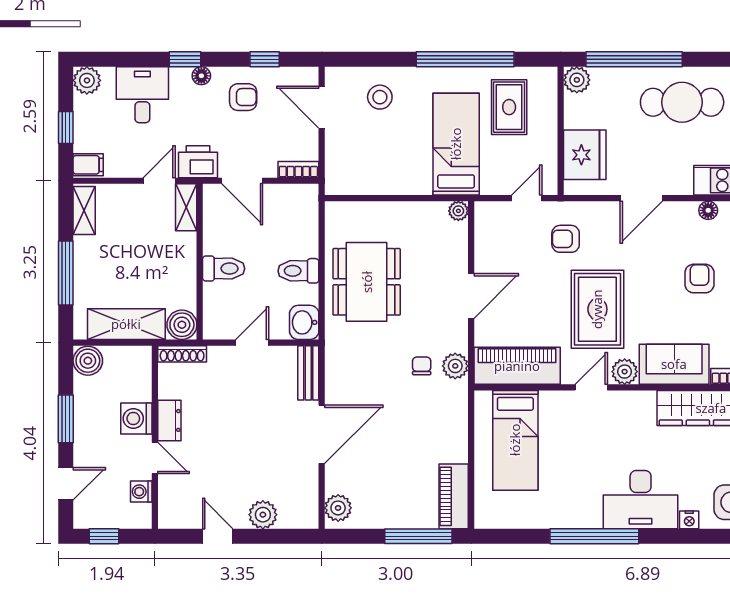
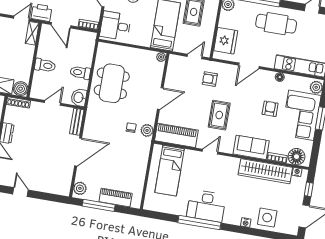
desk: (354, 163) -> (115, 26), added
rug: (597, 309) -> (219, 115), width x0.73, depth x0.70
plant: (625, 372) -> (227, 147), removed
piano: (454, 496) -> (116, 198), moved, turned 90
desk: (641, 500) -> (206, 206), moved
plant: (263, 515) -> (44, 185), removed
window: (418, 536) -> (99, 205), moved

